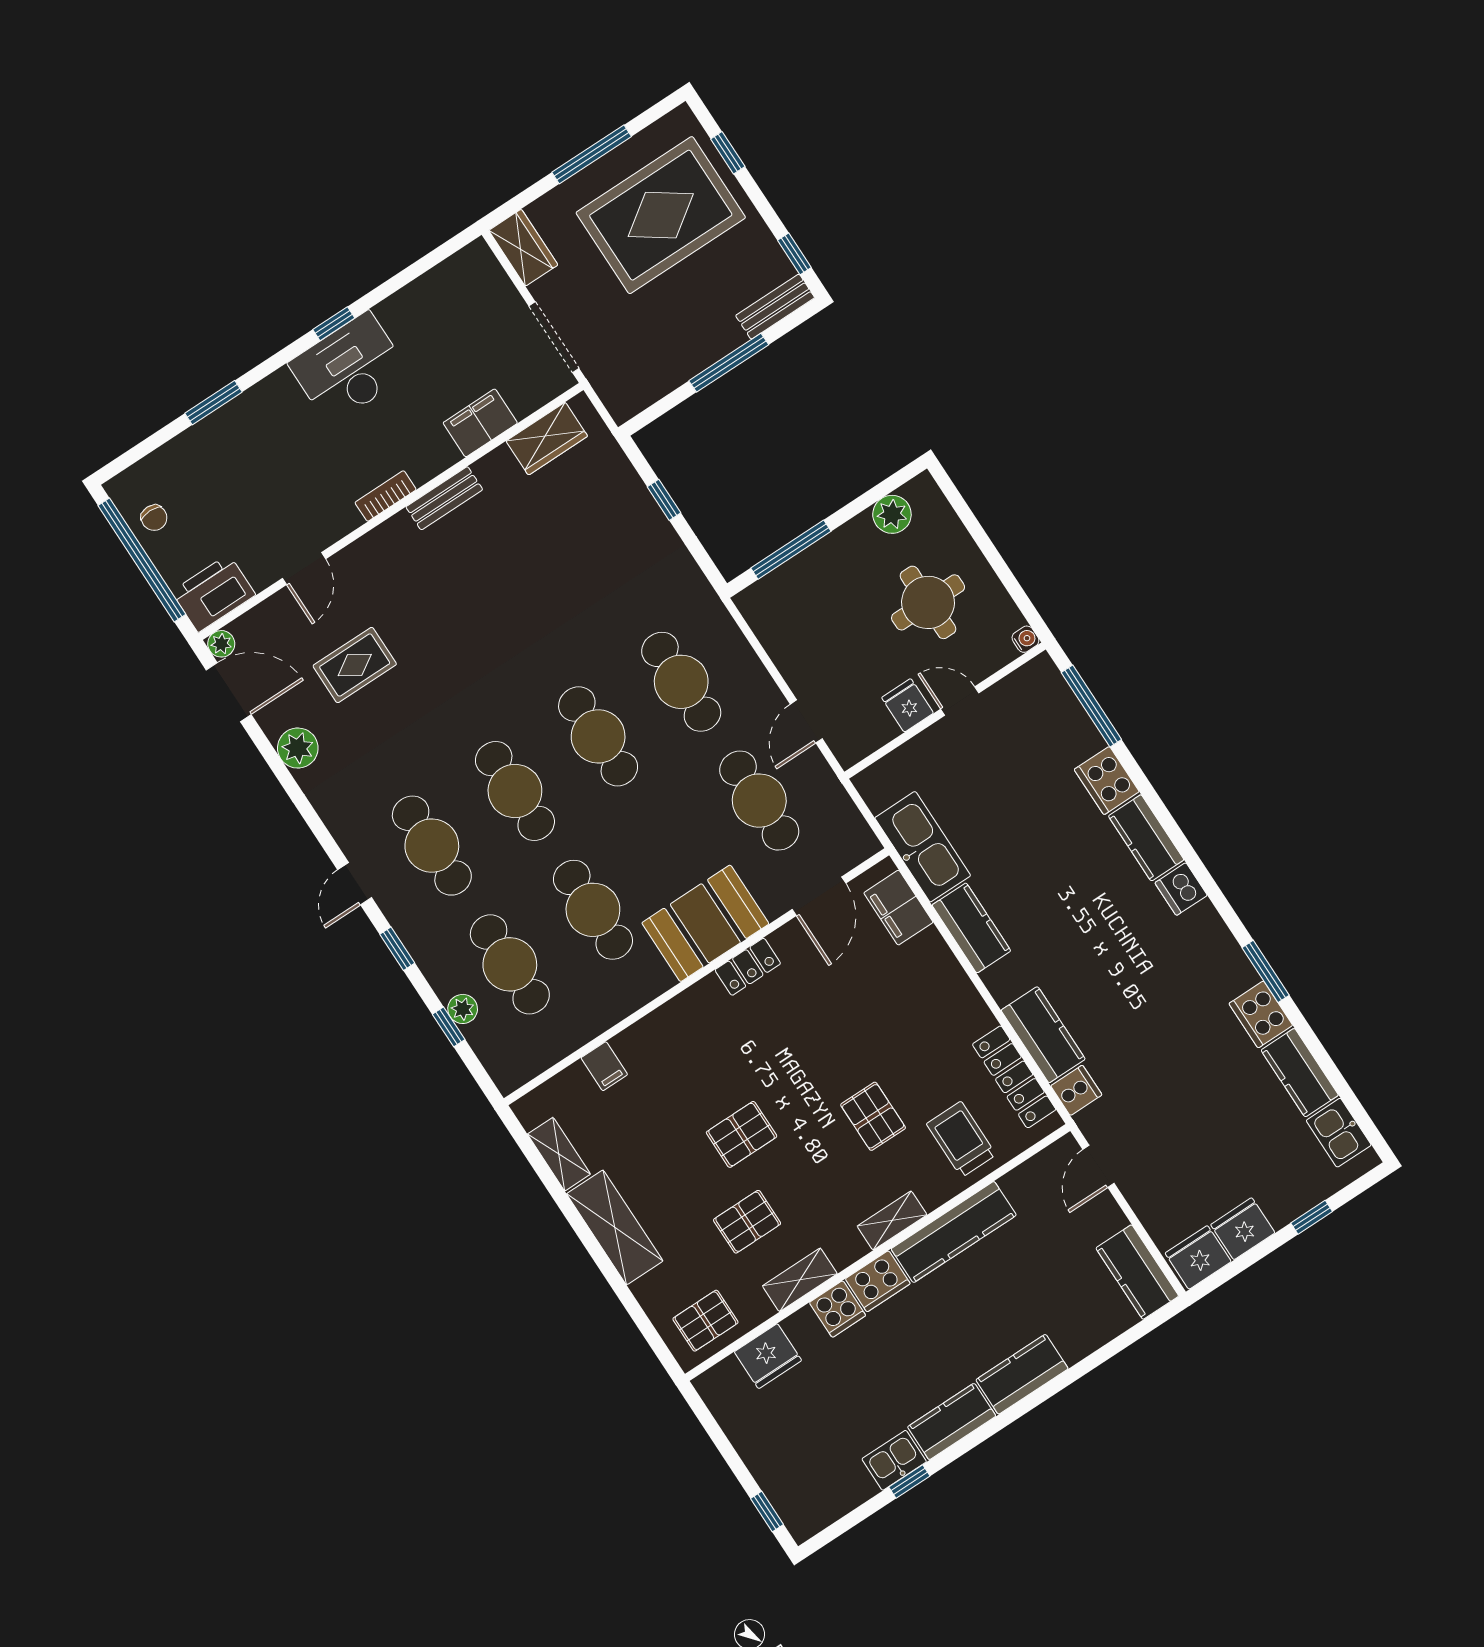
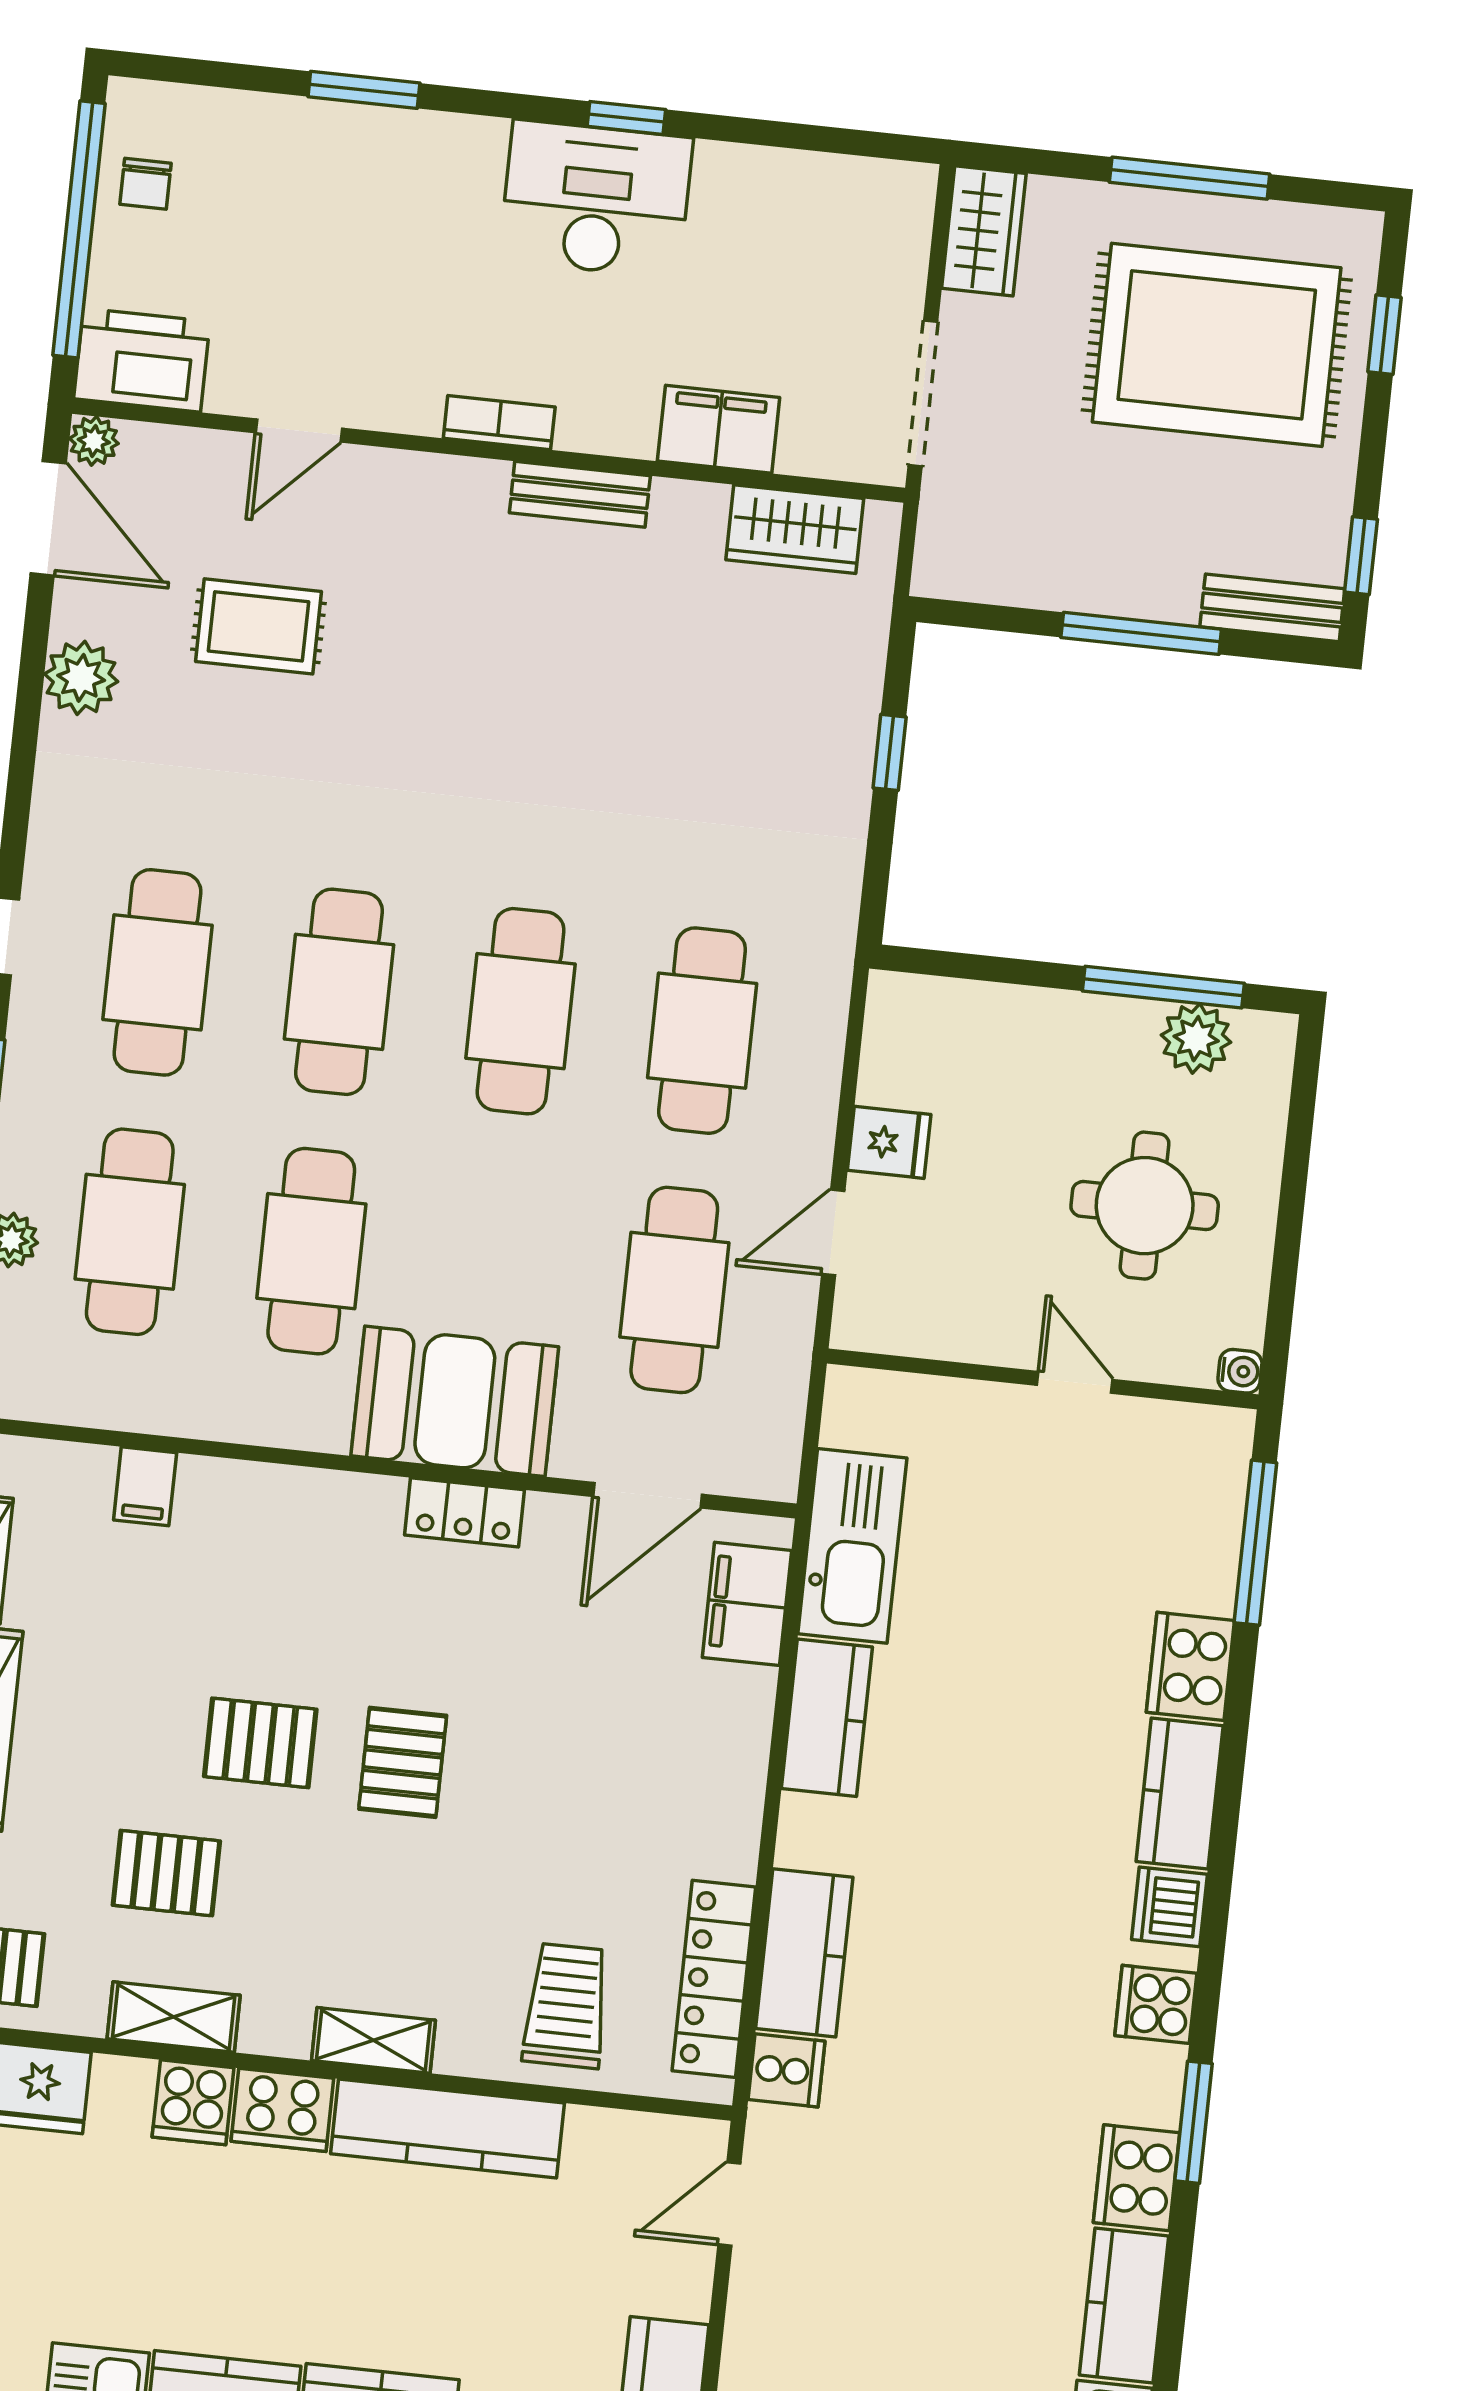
window: (791, 550) -> (1163, 987), moved
fridge: (908, 705) -> (889, 1142), moved, turned 90
cooker: (1209, 935) -> (1156, 2004), added
pallet: (873, 1116) -> (403, 1762), moved

